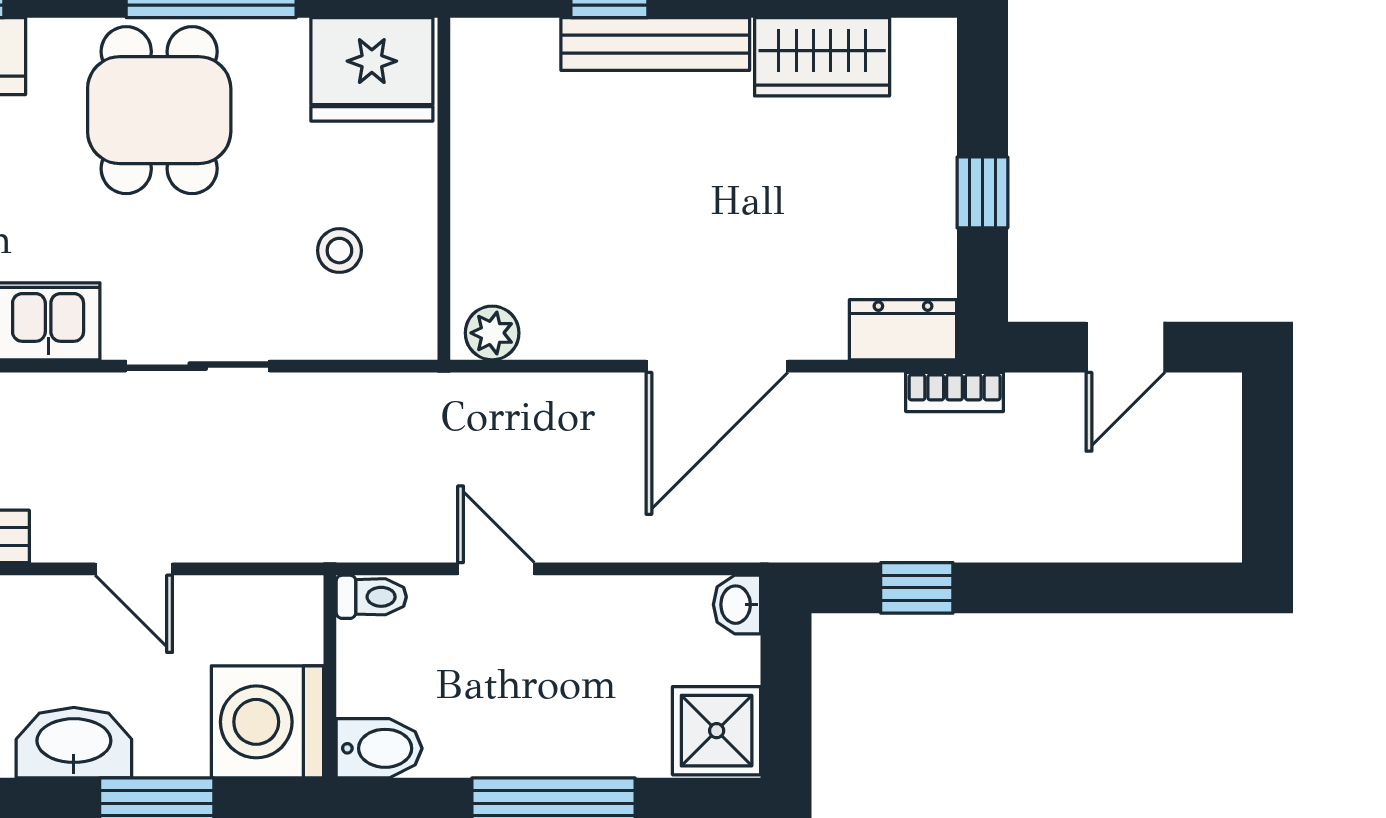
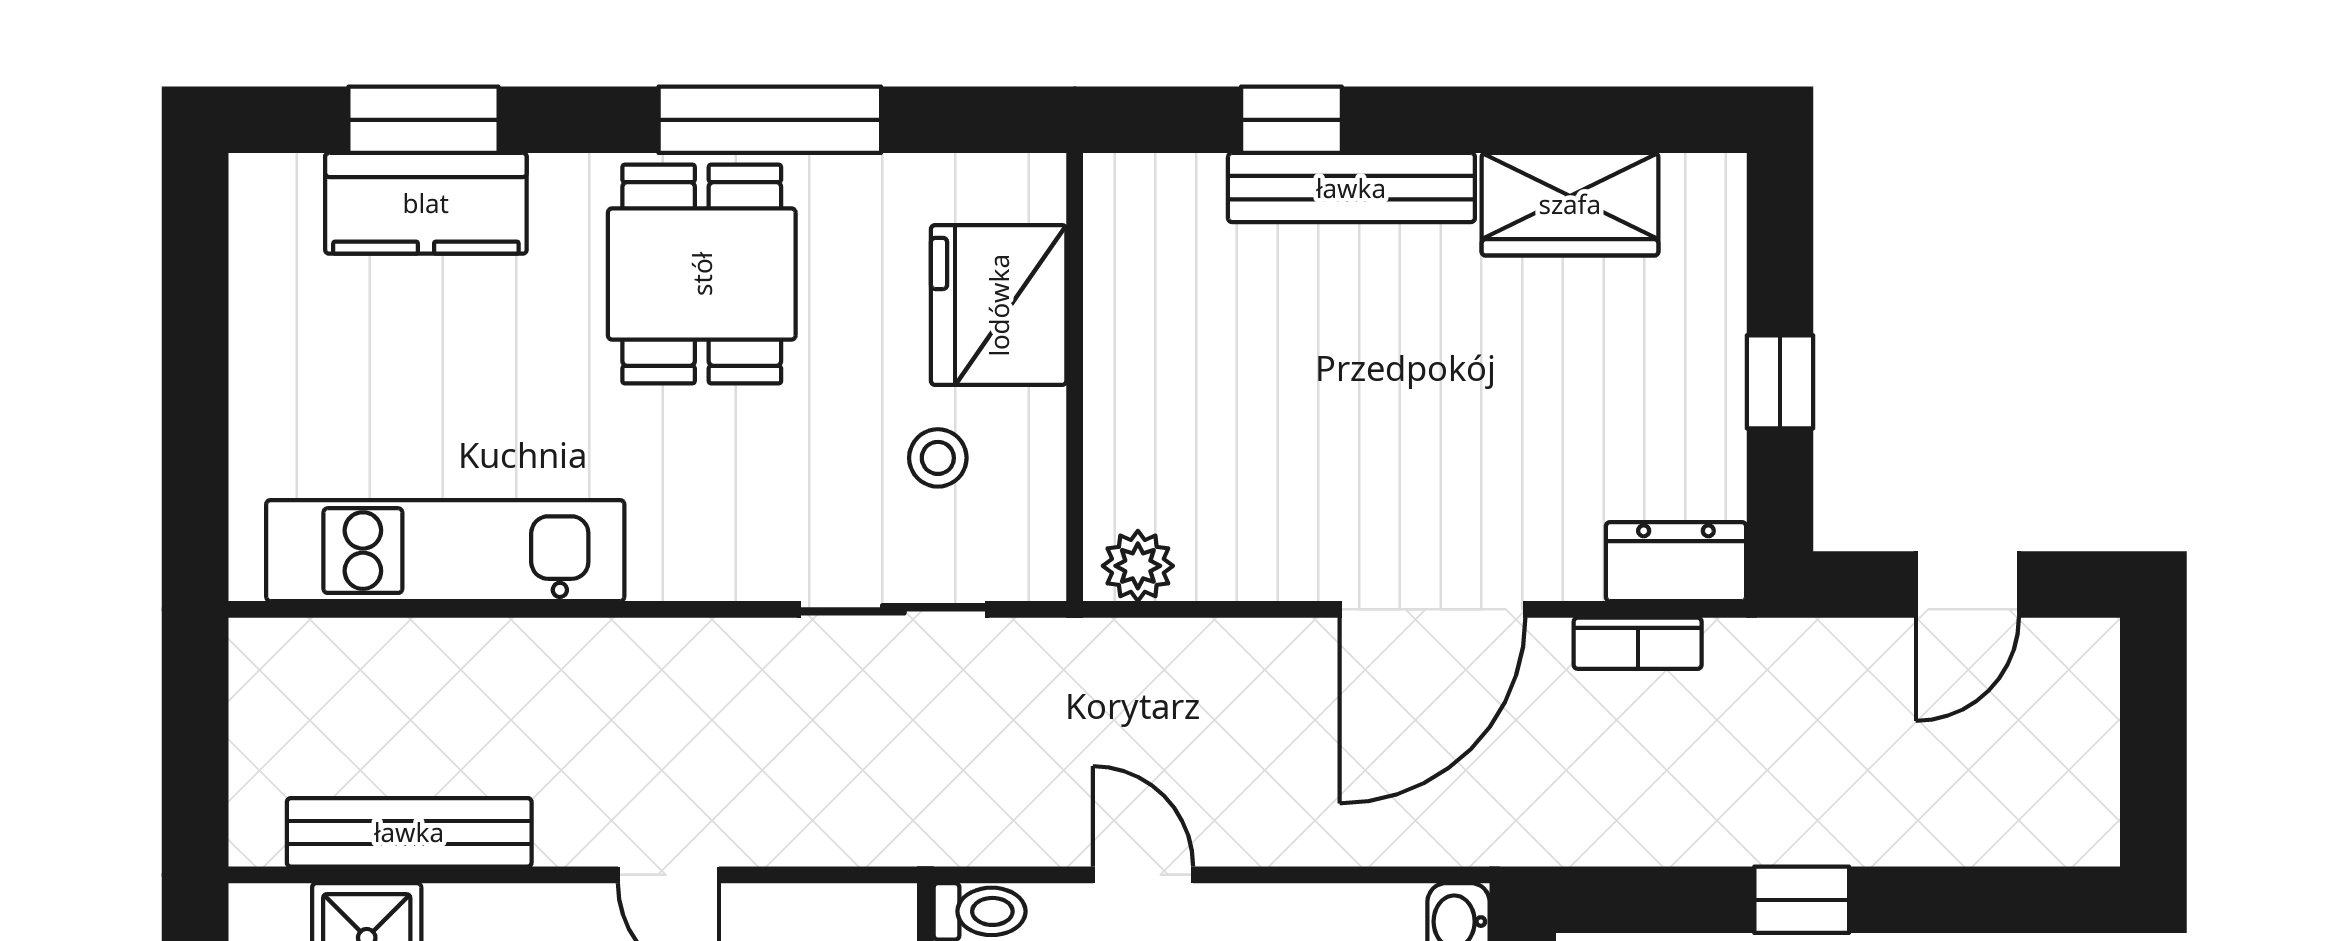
fridge: (372, 69) -> (999, 305), moved, turned 90
sliding door: (198, 366) -> (893, 609), moved
bookcase: (955, 392) -> (1638, 643), moved
window: (917, 588) -> (1802, 900), moved

